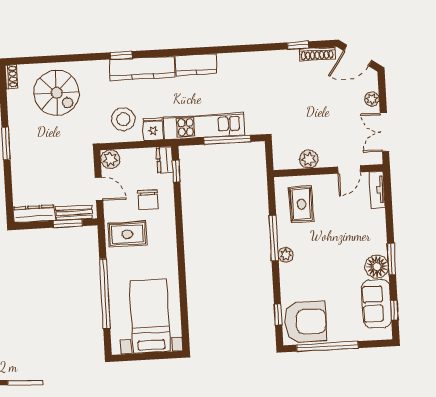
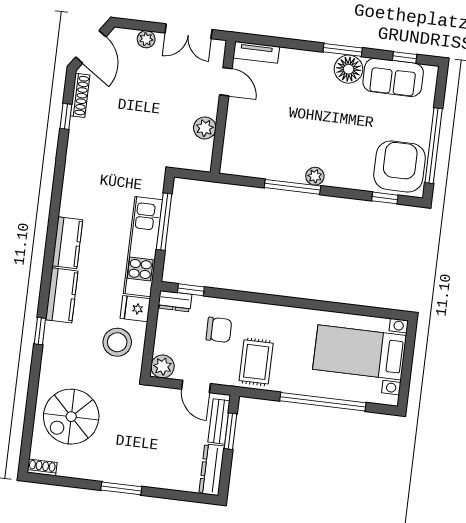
kitchen counter: (142, 68) -> (62, 295), width x0.67
spiral stairs: (57, 93) -> (71, 417), turned 180
door: (99, 189) -> (196, 386), swing flipped
rug: (301, 204) -> (257, 146), removed

